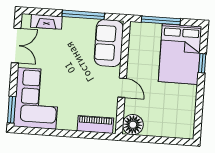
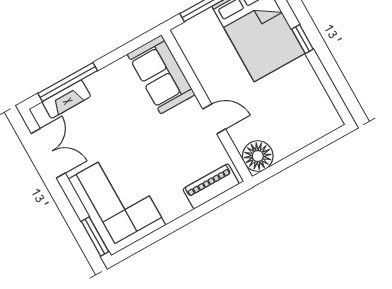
window: (83, 15) -> (68, 82), moved
window: (202, 63) -> (302, 39), moved

